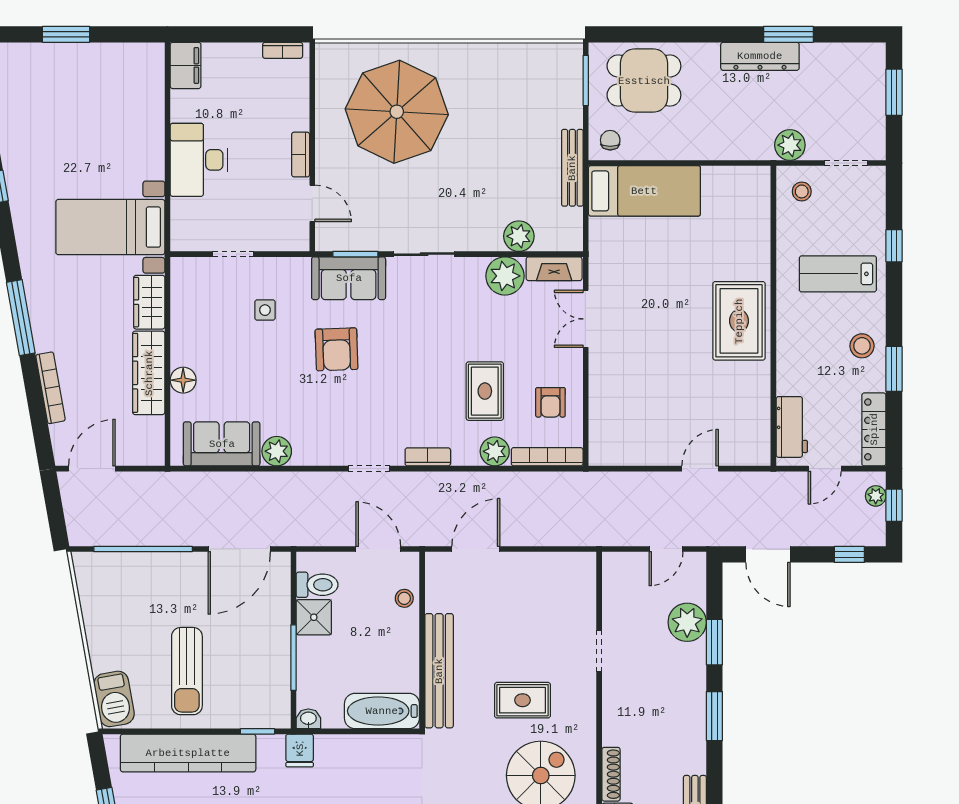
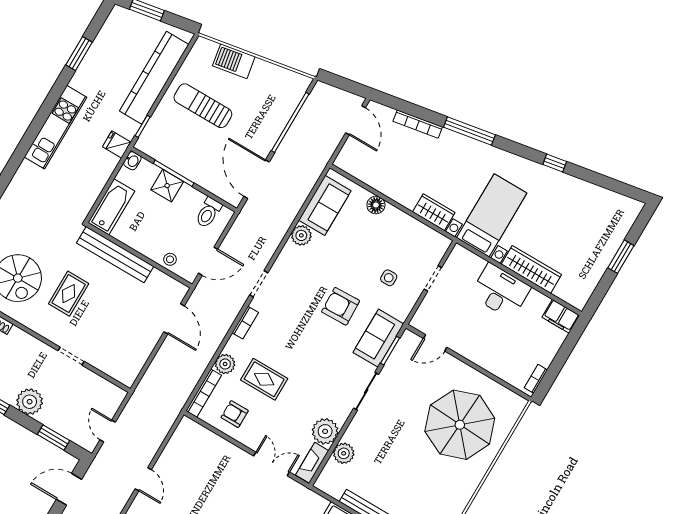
bookcase: (301, 155) -> (468, 353), removed
wardrobe: (149, 373) -> (531, 269), moved
shower: (314, 617) -> (167, 186), moved
plant: (687, 622) -> (30, 402), moved
window: (714, 642) -> (53, 437), moved
barbecue: (114, 699) -> (234, 61), moved

